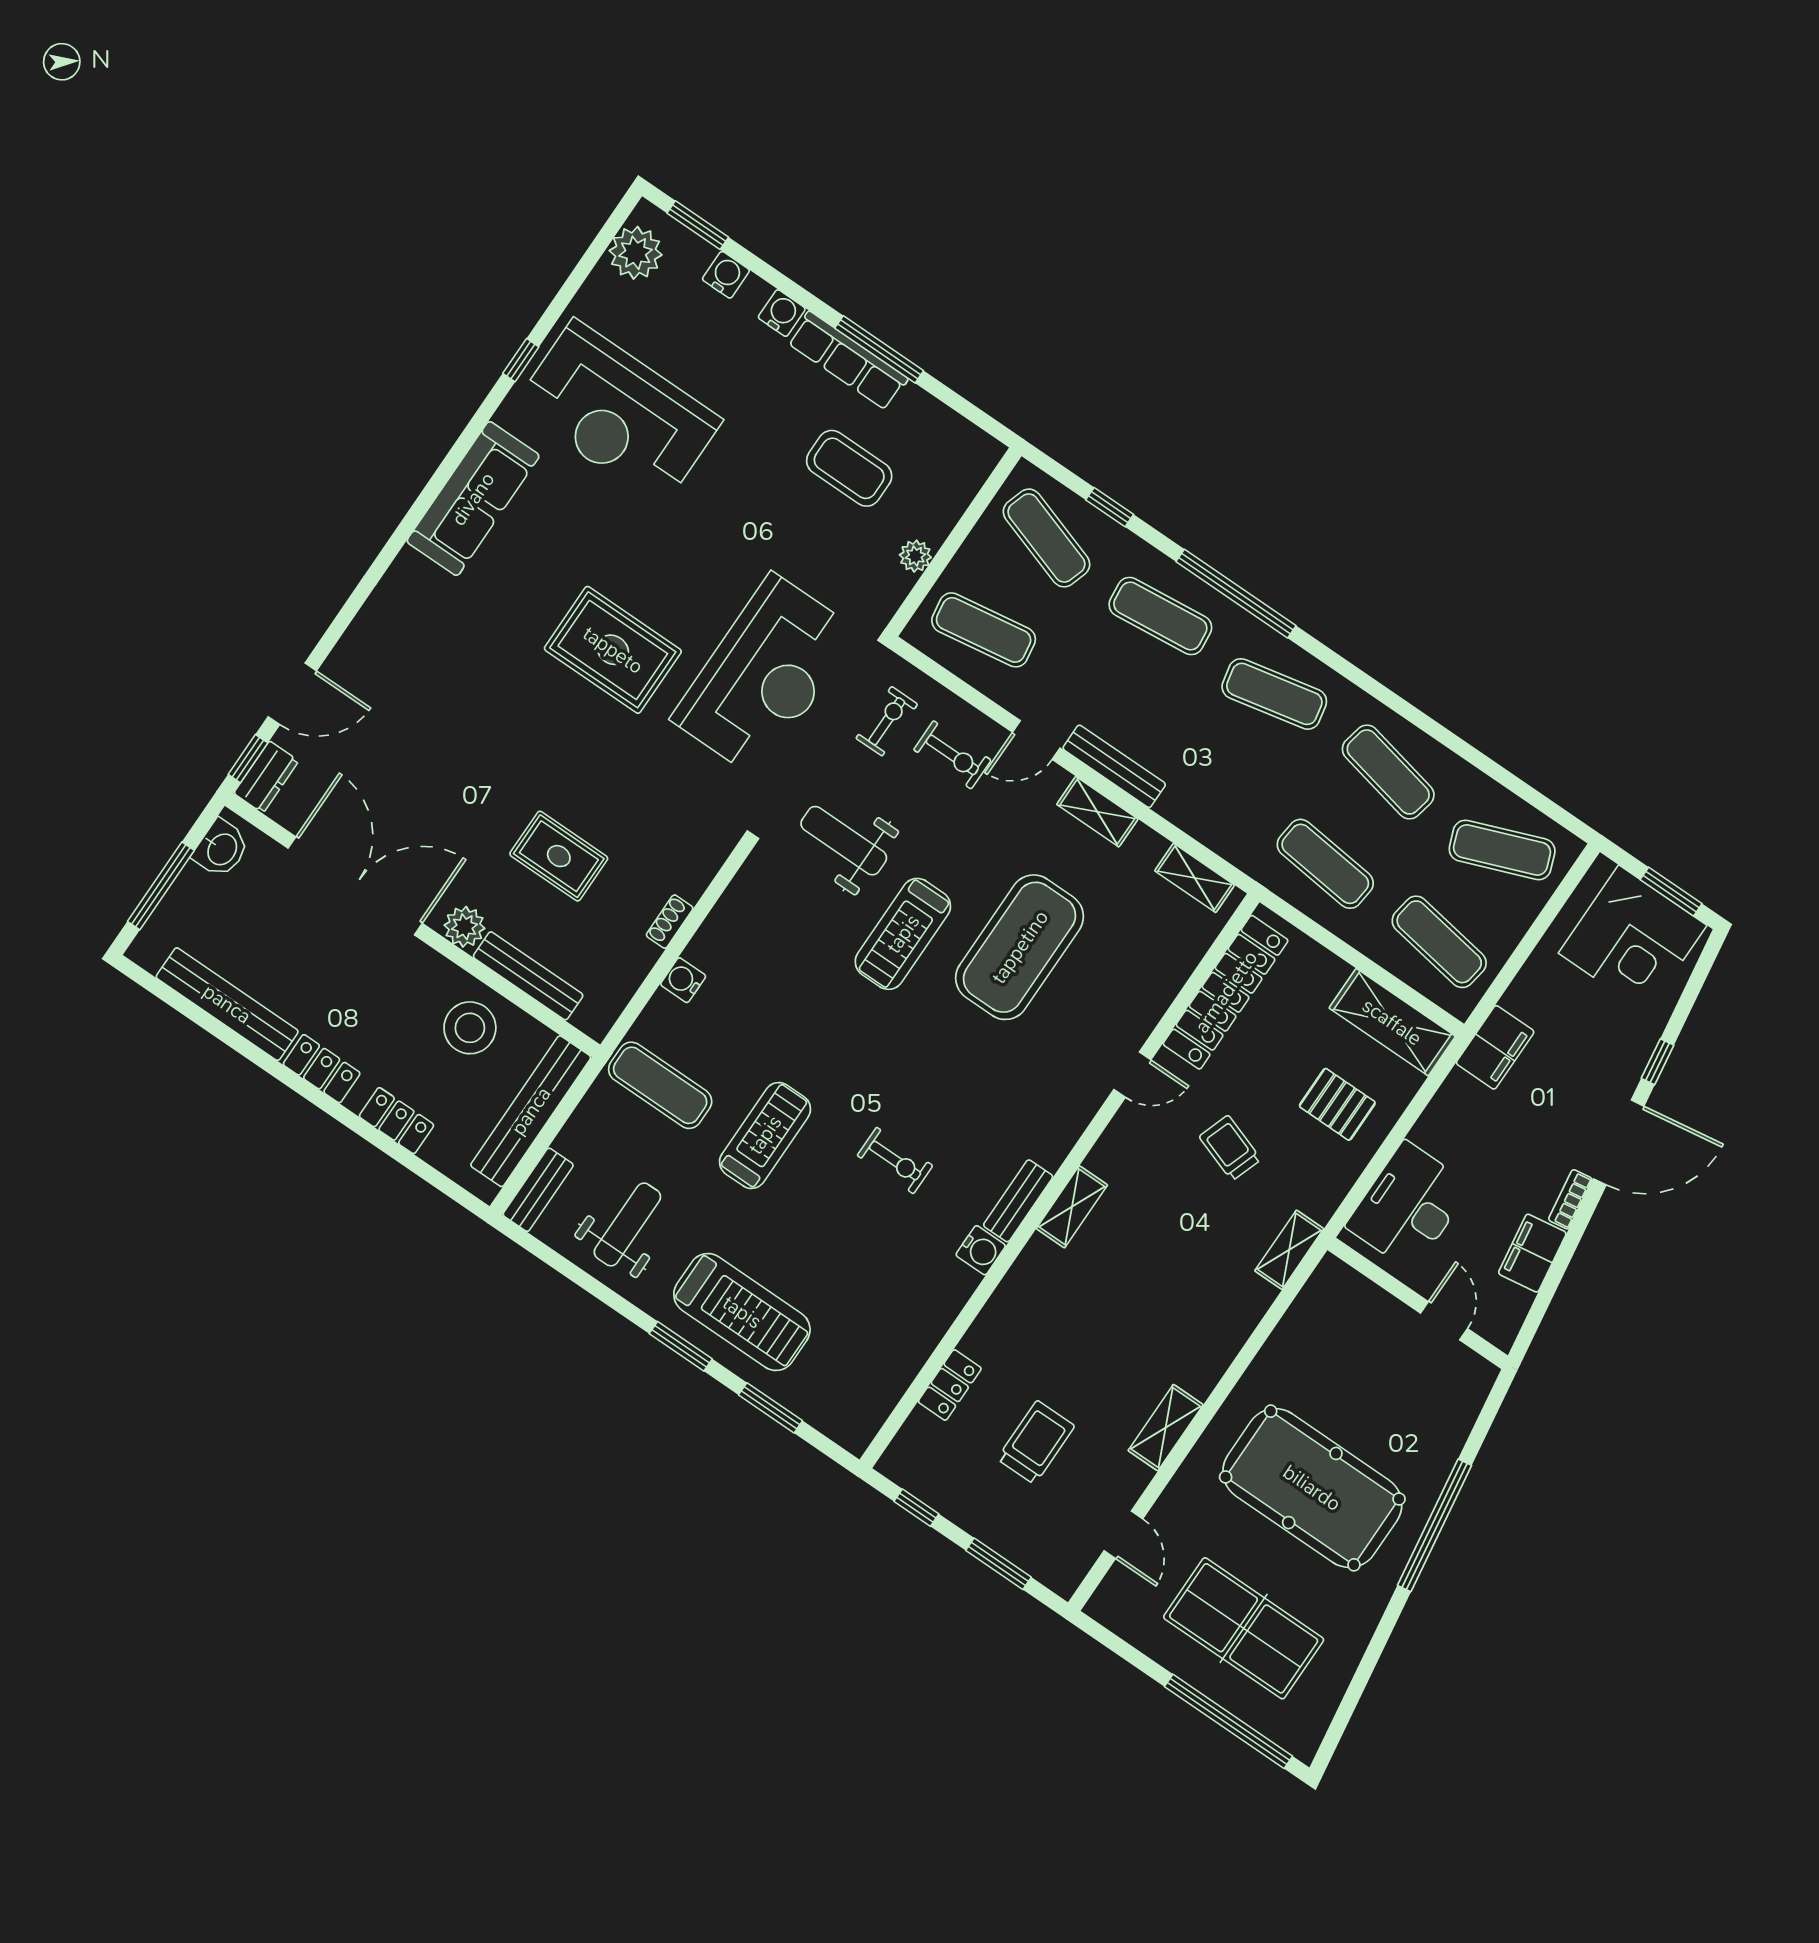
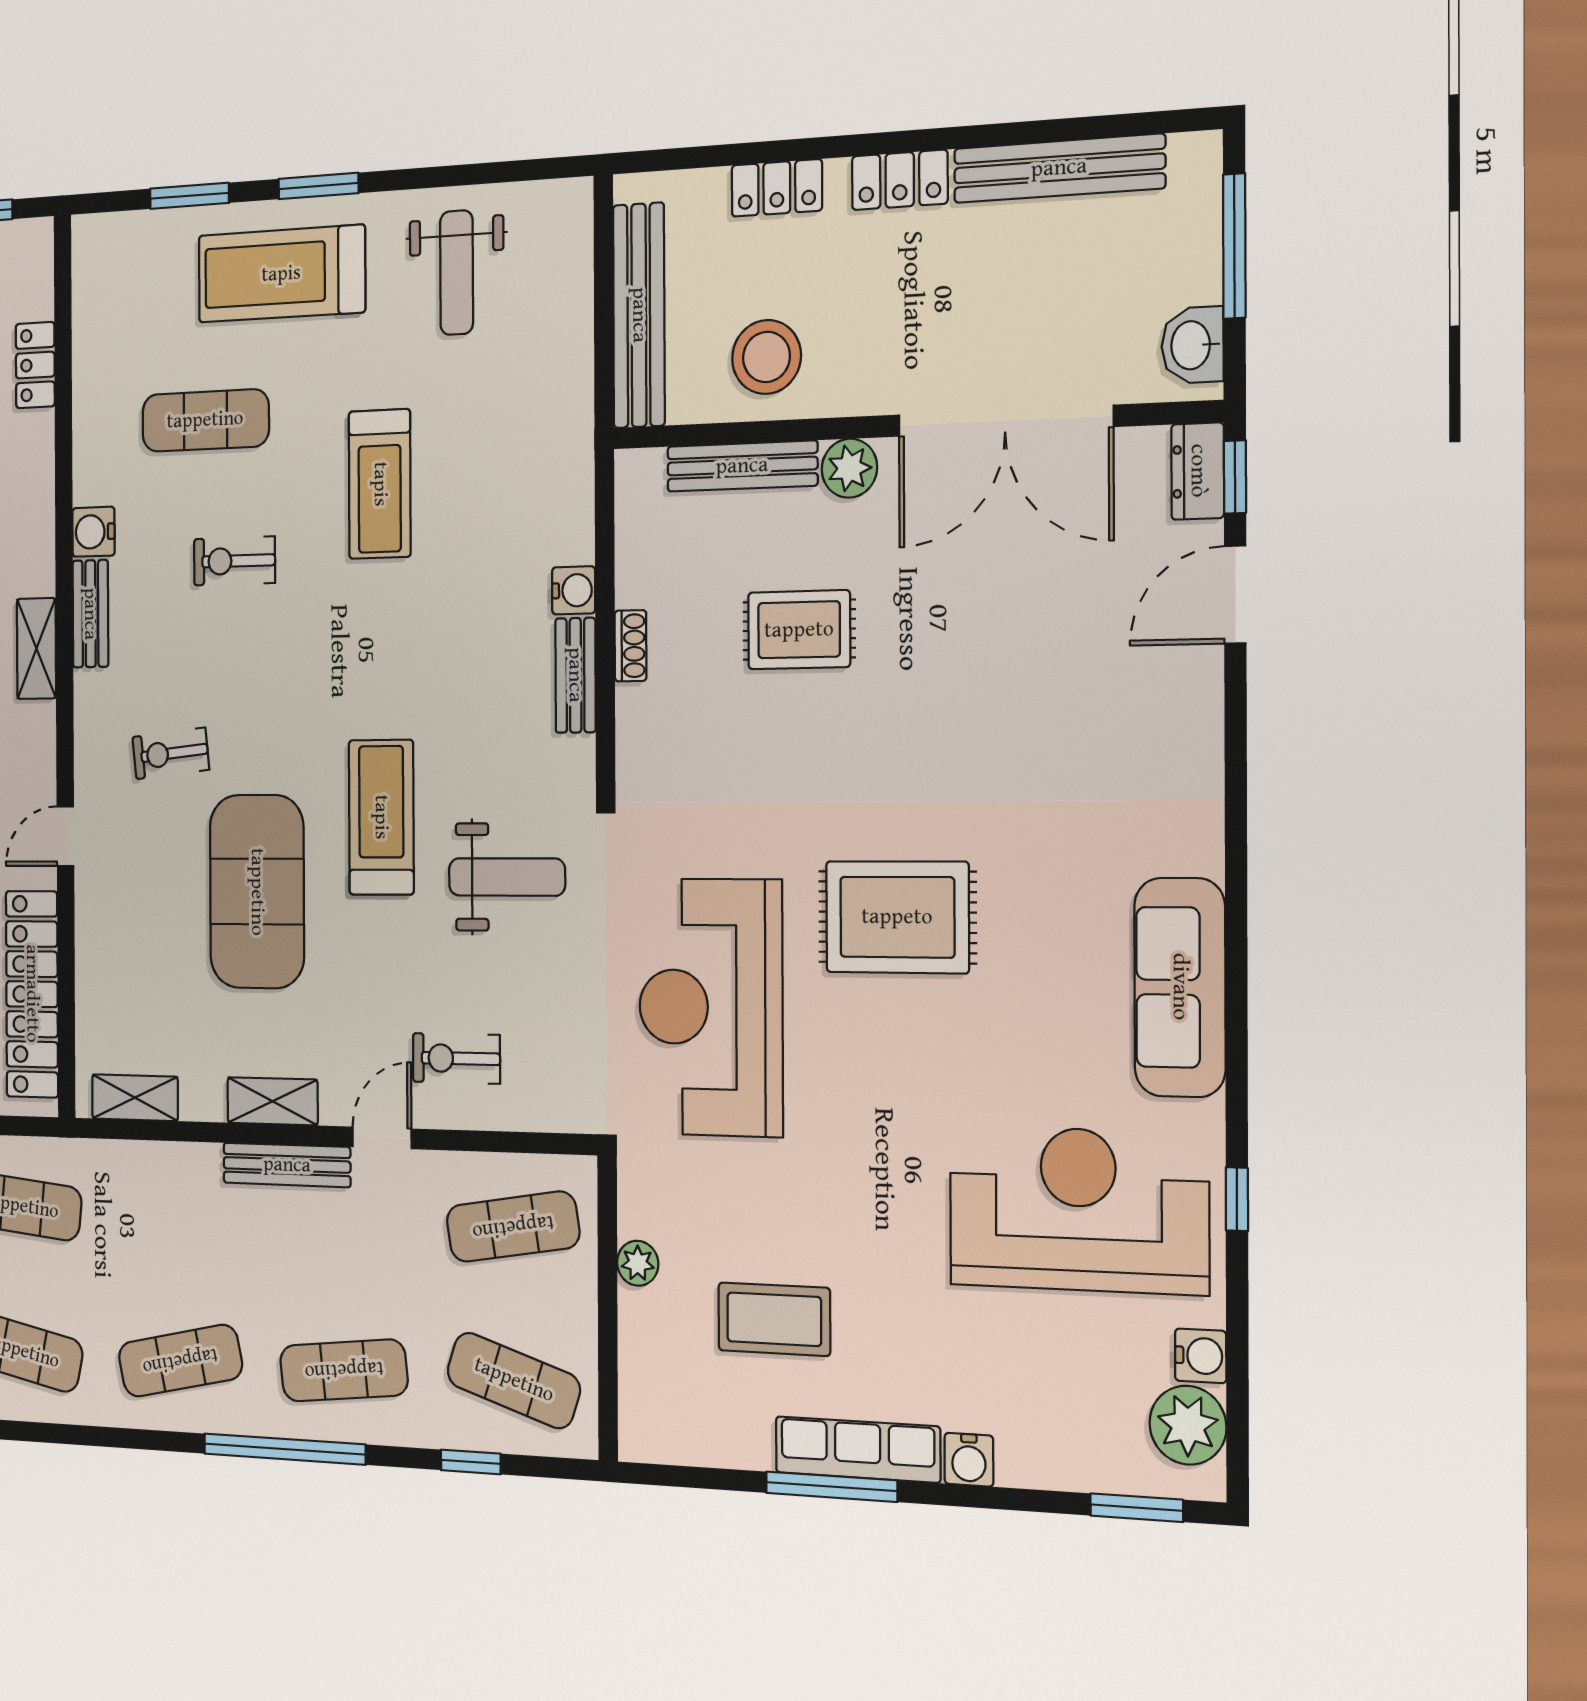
water cooler: (726, 275) -> (1201, 1356), moved, turned -90
exercise bike: (887, 721) -> (171, 753), moved, turned 84
exercise mat: (660, 1085) -> (205, 420), moved
bench: (538, 1190) -> (575, 675), moved

